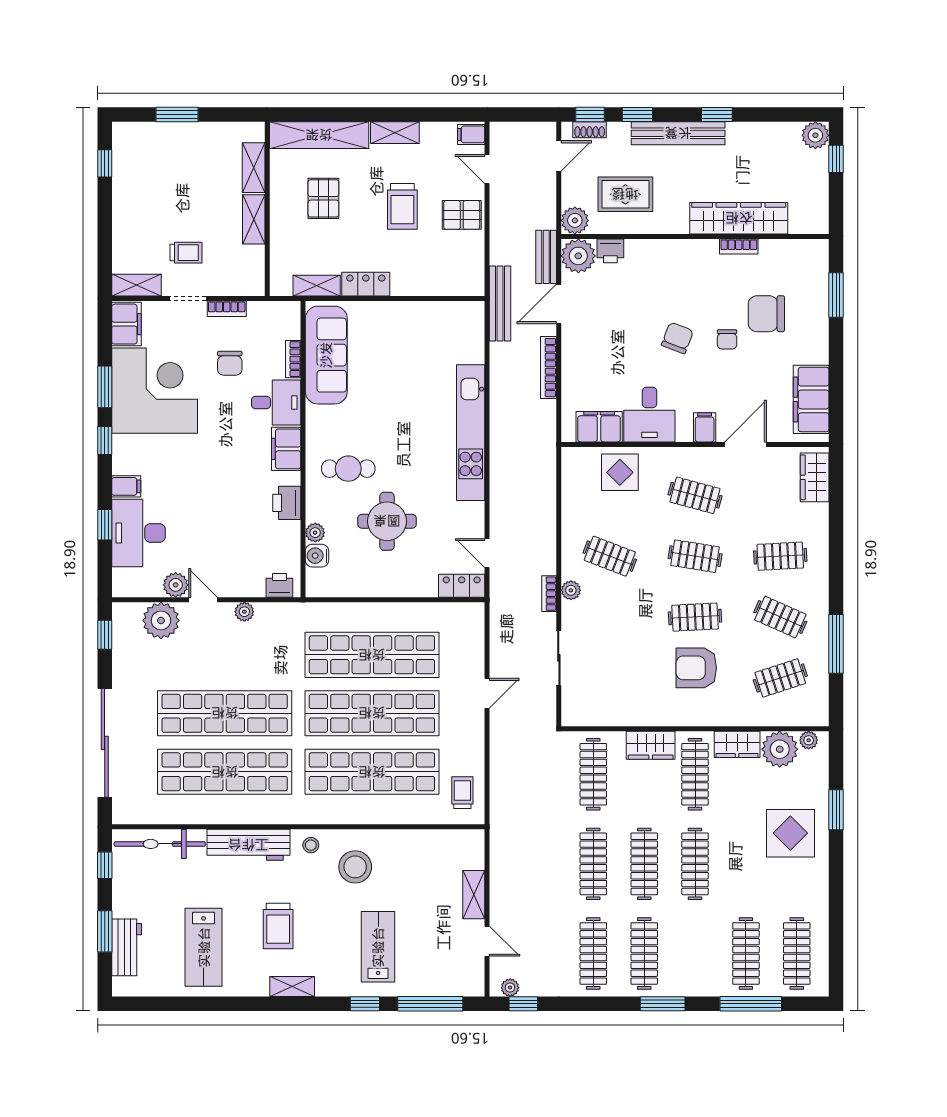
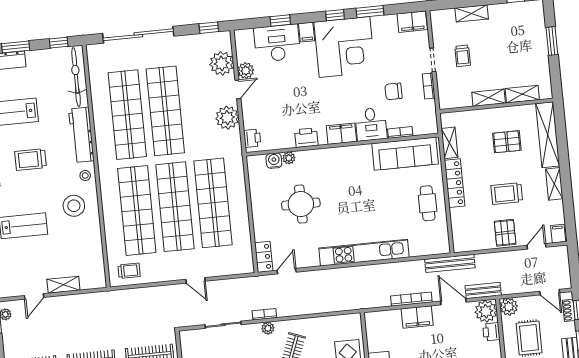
locker: (366, 284) -> (455, 183), width x1.53
shelving: (136, 285) -> (472, 13), moved, turned 90
corner desk: (155, 391) -> (345, 47), moved
filing cabinet: (599, 427) -> (417, 317), moved, turned 90
cafe table: (348, 469) -> (428, 203), moved
plant: (244, 612) -> (227, 118), width x1.88, depth x1.88

